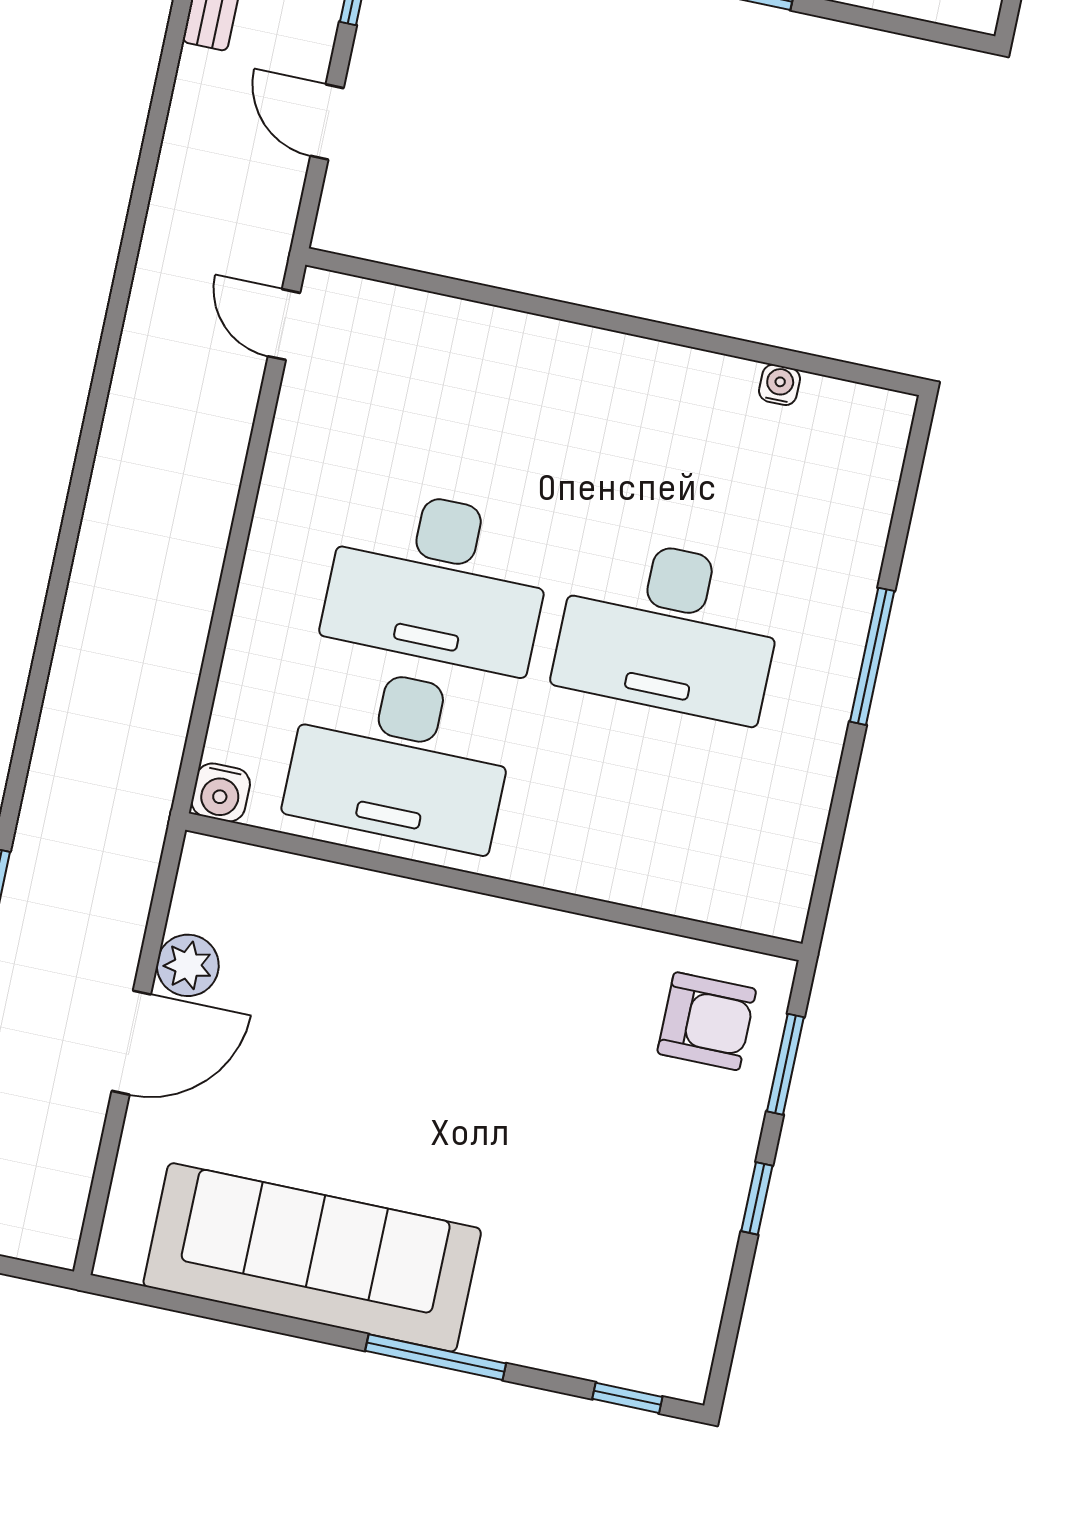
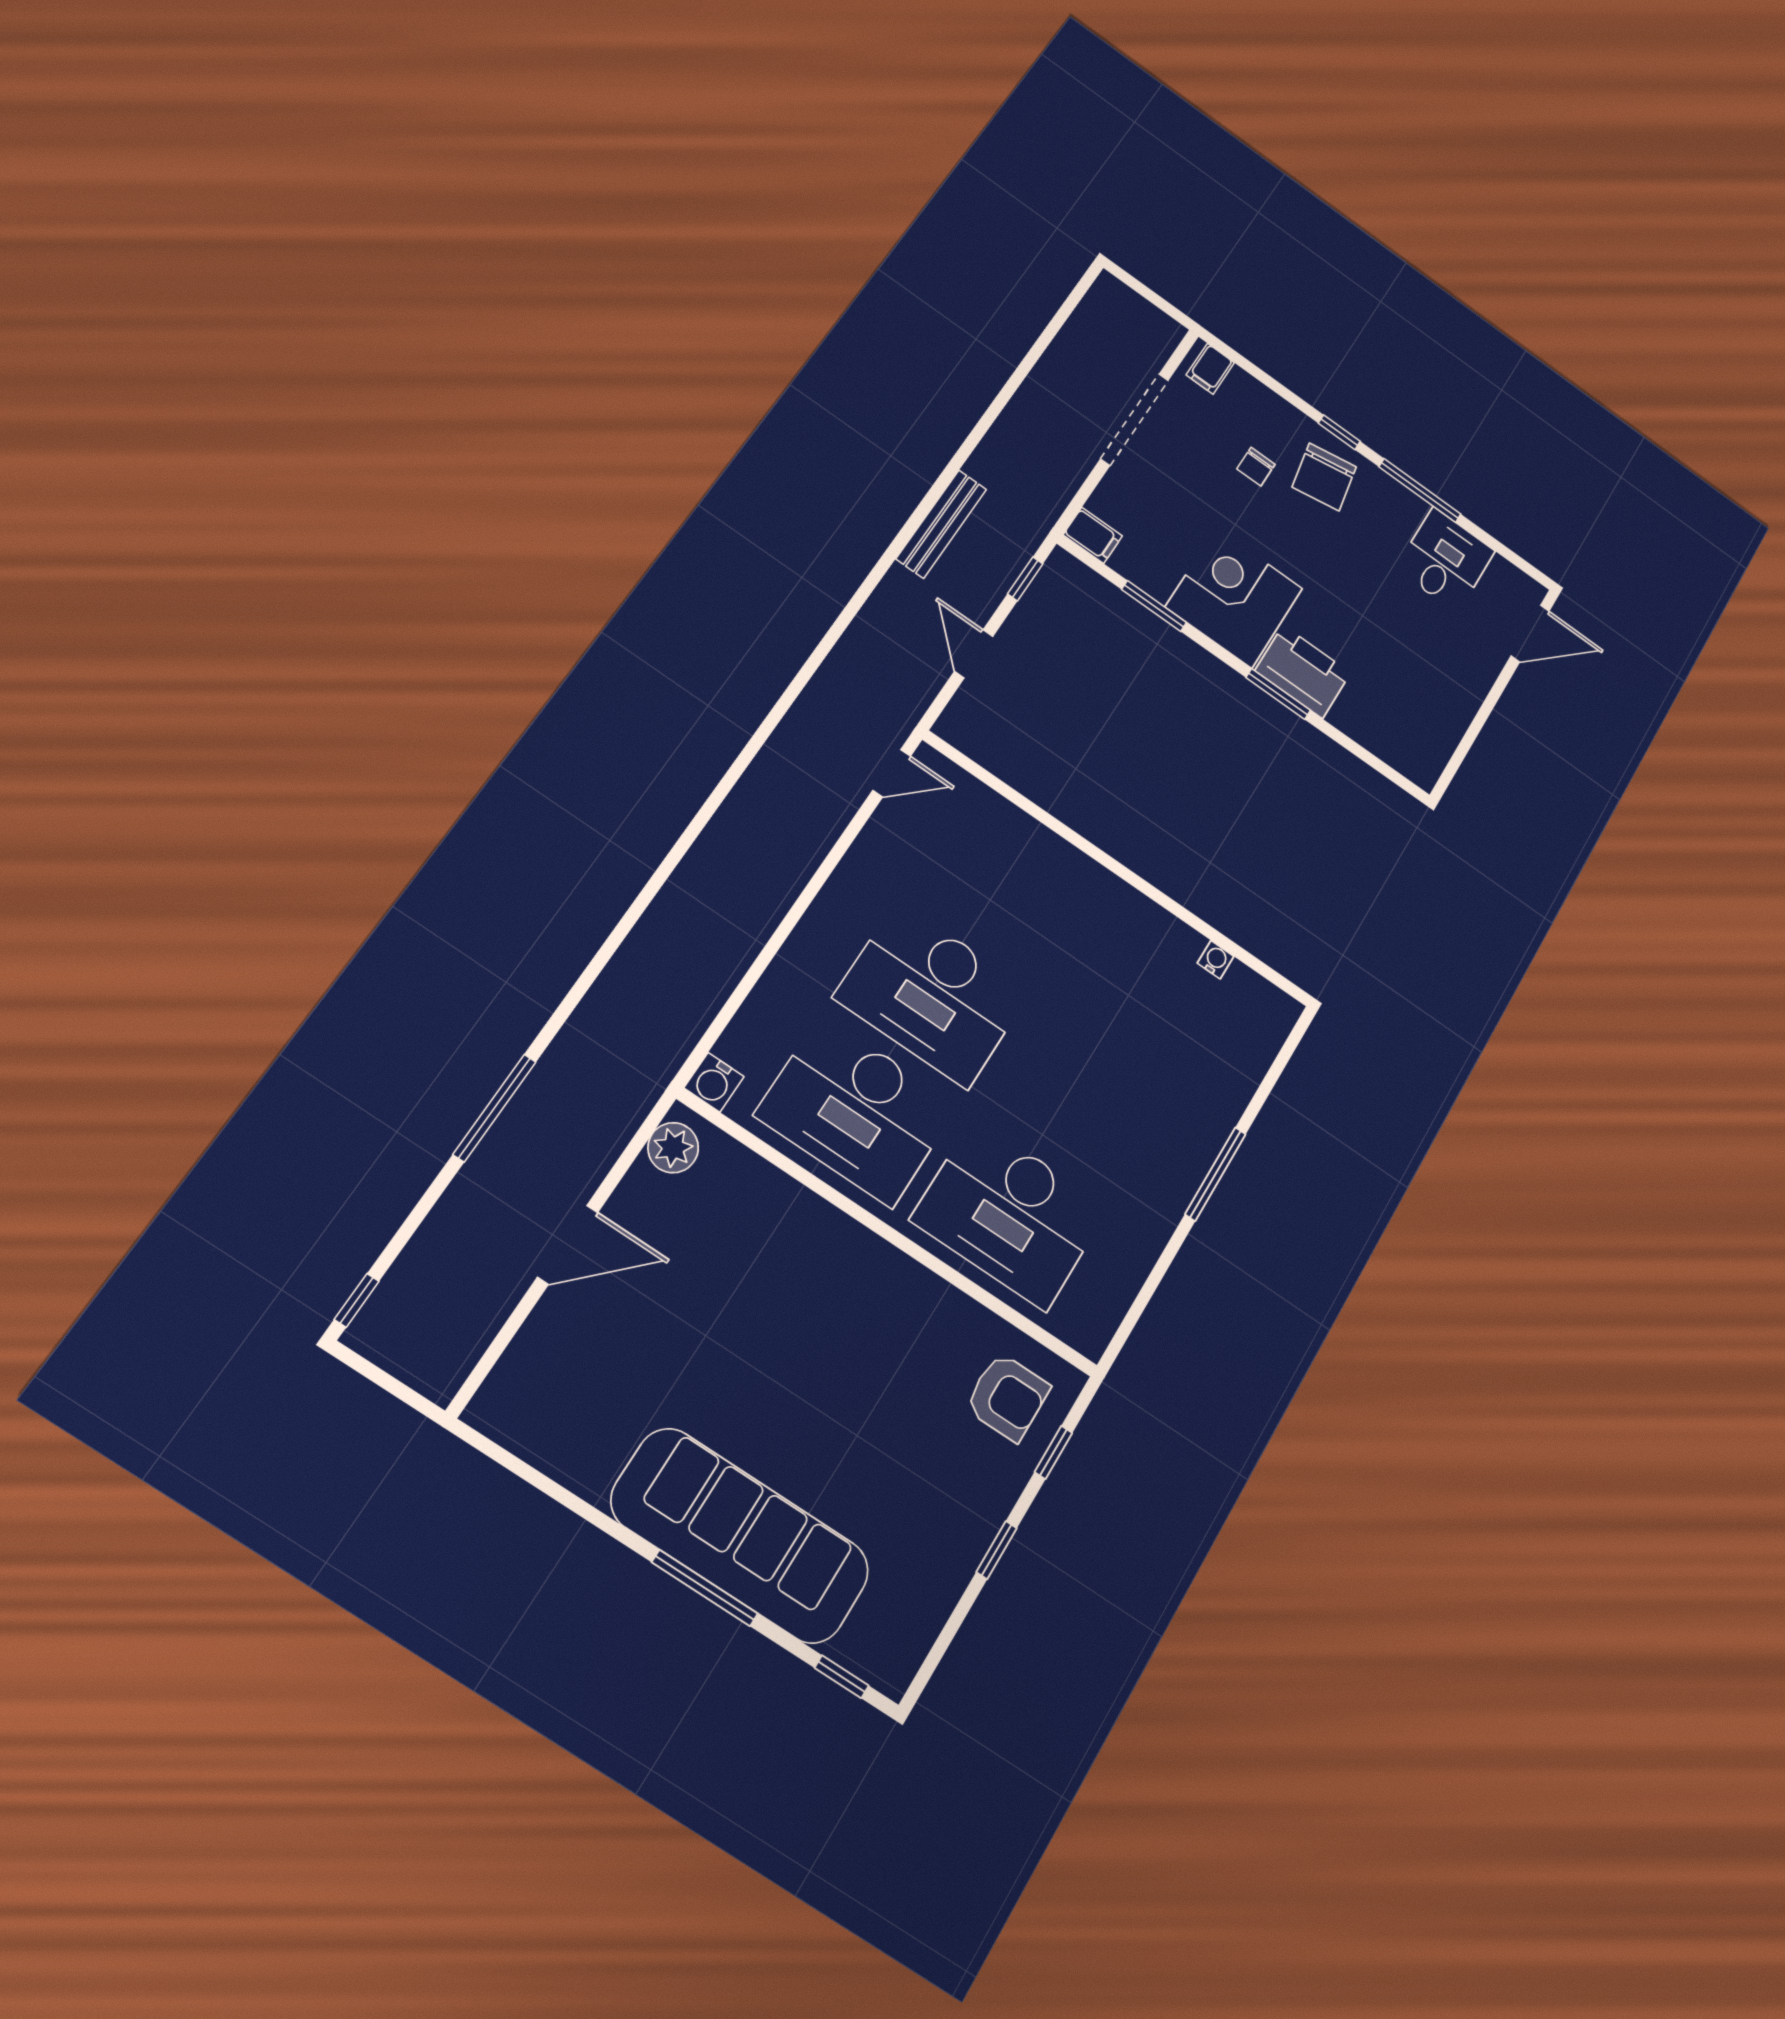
door: (284, 325) -> (892, 773), swing flipped
desk: (669, 629) -> (1010, 1214), moved
plant: (188, 965) -> (673, 1148), moved
window: (785, 1064) -> (1053, 1452), width x0.67
sofa: (312, 1257) -> (741, 1536), moved

